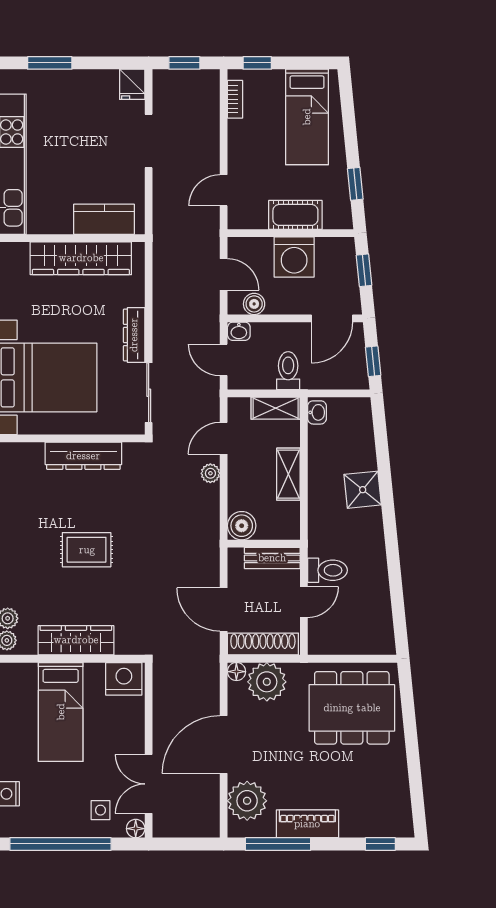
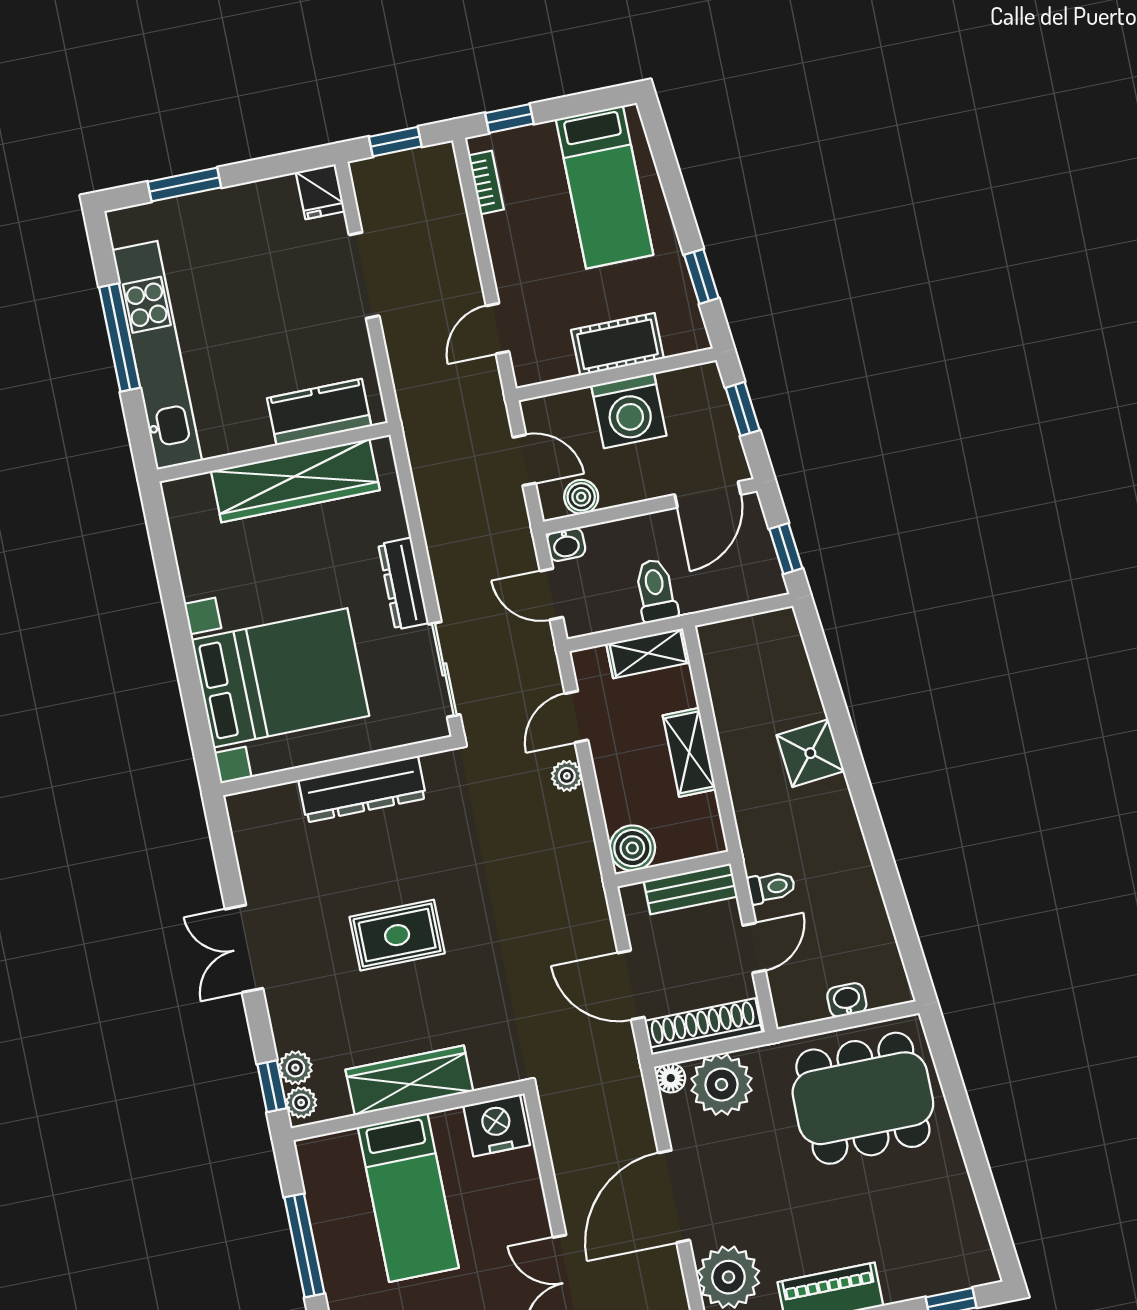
washbasin: (317, 412) -> (847, 1000), moved, turned -90
toilet: (327, 570) -> (771, 887), width x0.73, depth x0.72

